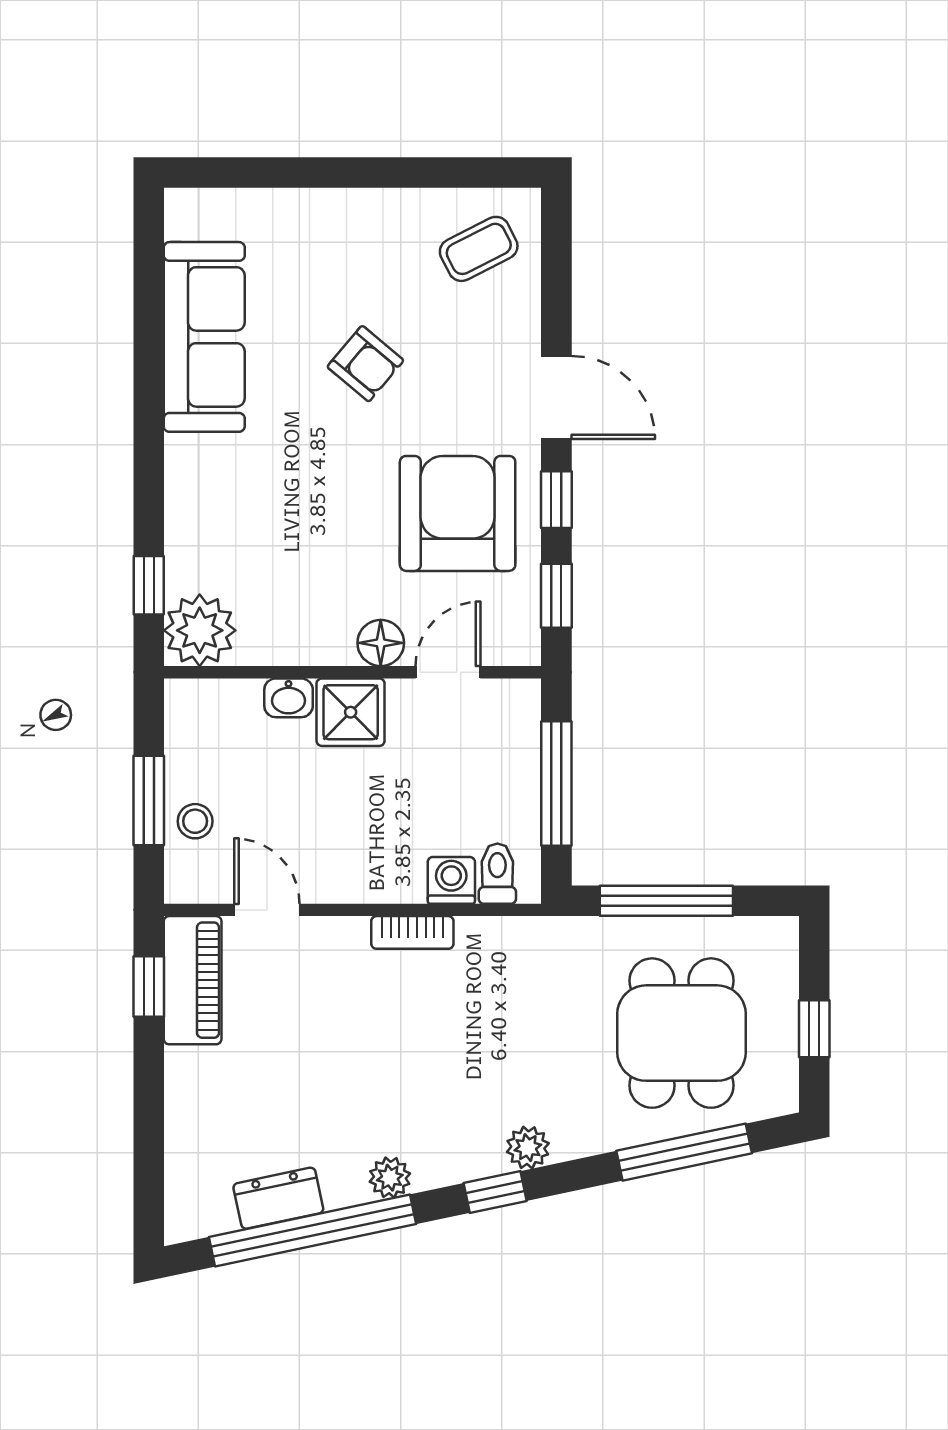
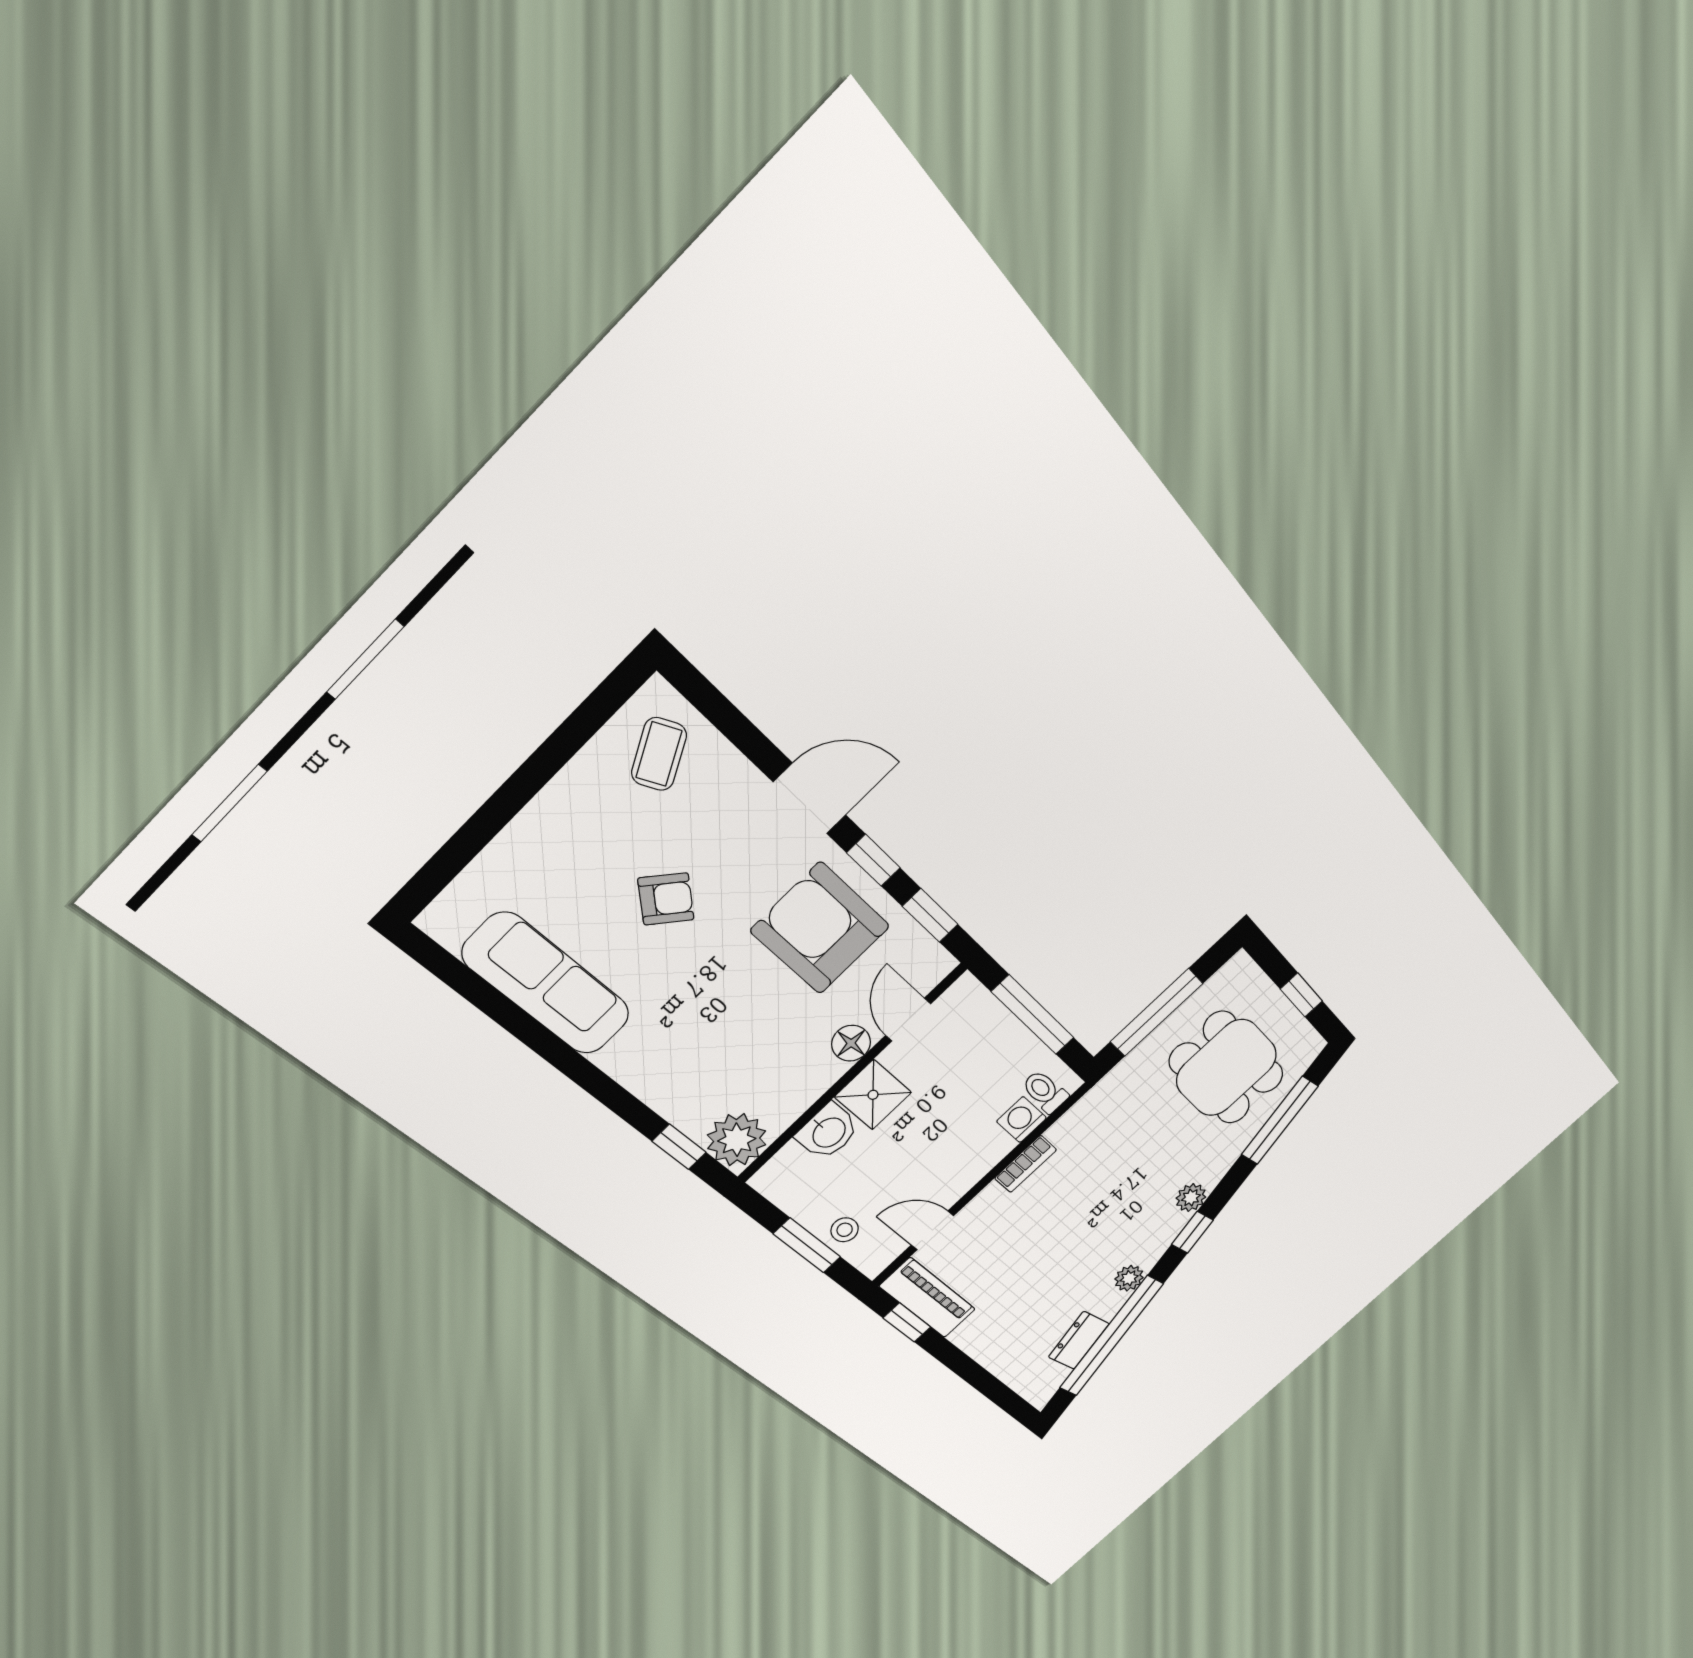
washbasin: (289, 698) -> (828, 1132), width x1.38, depth x1.45

